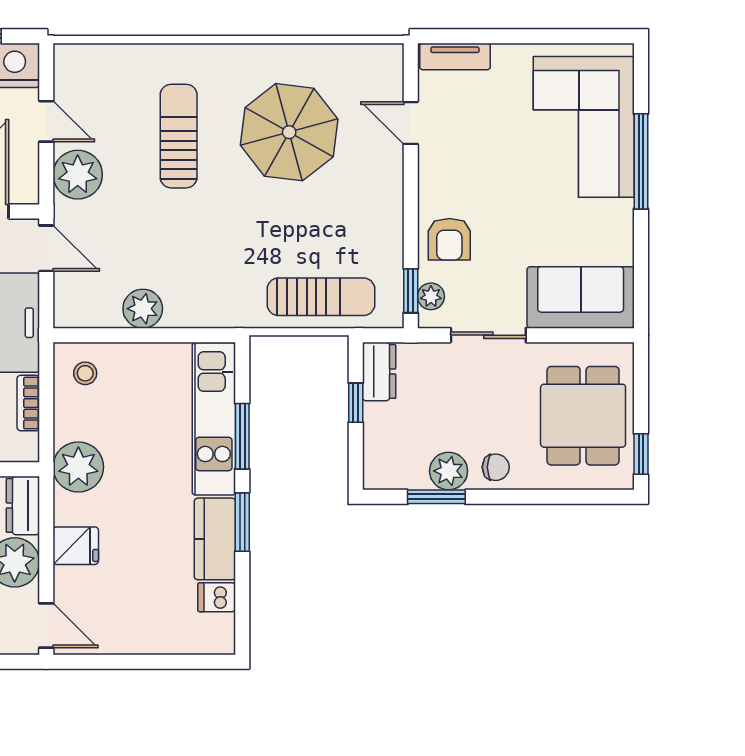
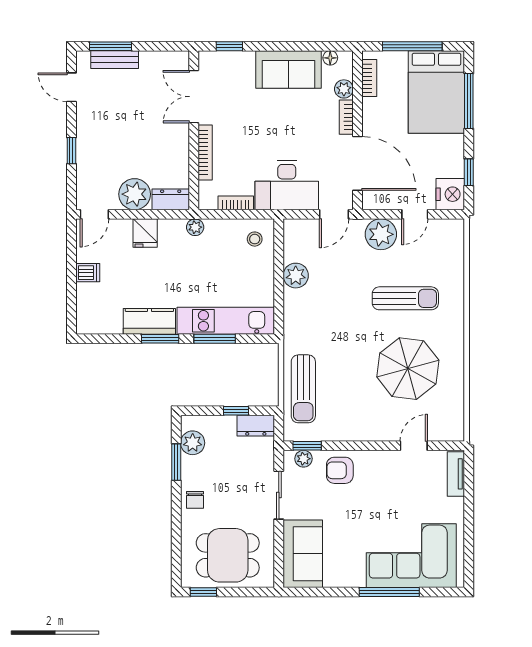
plant: (78, 467) -> (195, 227), width x0.53, depth x0.53
plant: (449, 471) -> (193, 443), moved
dishwasher: (217, 597) -> (88, 273), moved, turned 90

